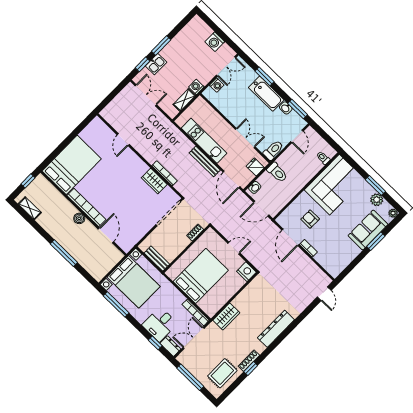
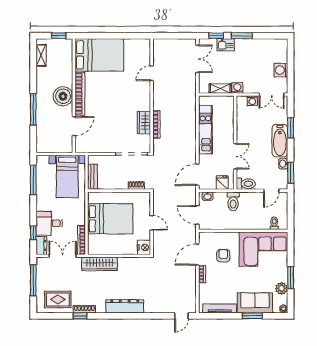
bench: (205, 162) -> (192, 144), removed
boiler: (79, 218) -> (63, 96), width x1.86, depth x1.86
tv unit: (347, 260) -> (220, 308), added
bed with nightstands: (134, 282) -> (67, 177), width x0.73
wardrobe: (226, 316) -> (100, 264), width x1.50

